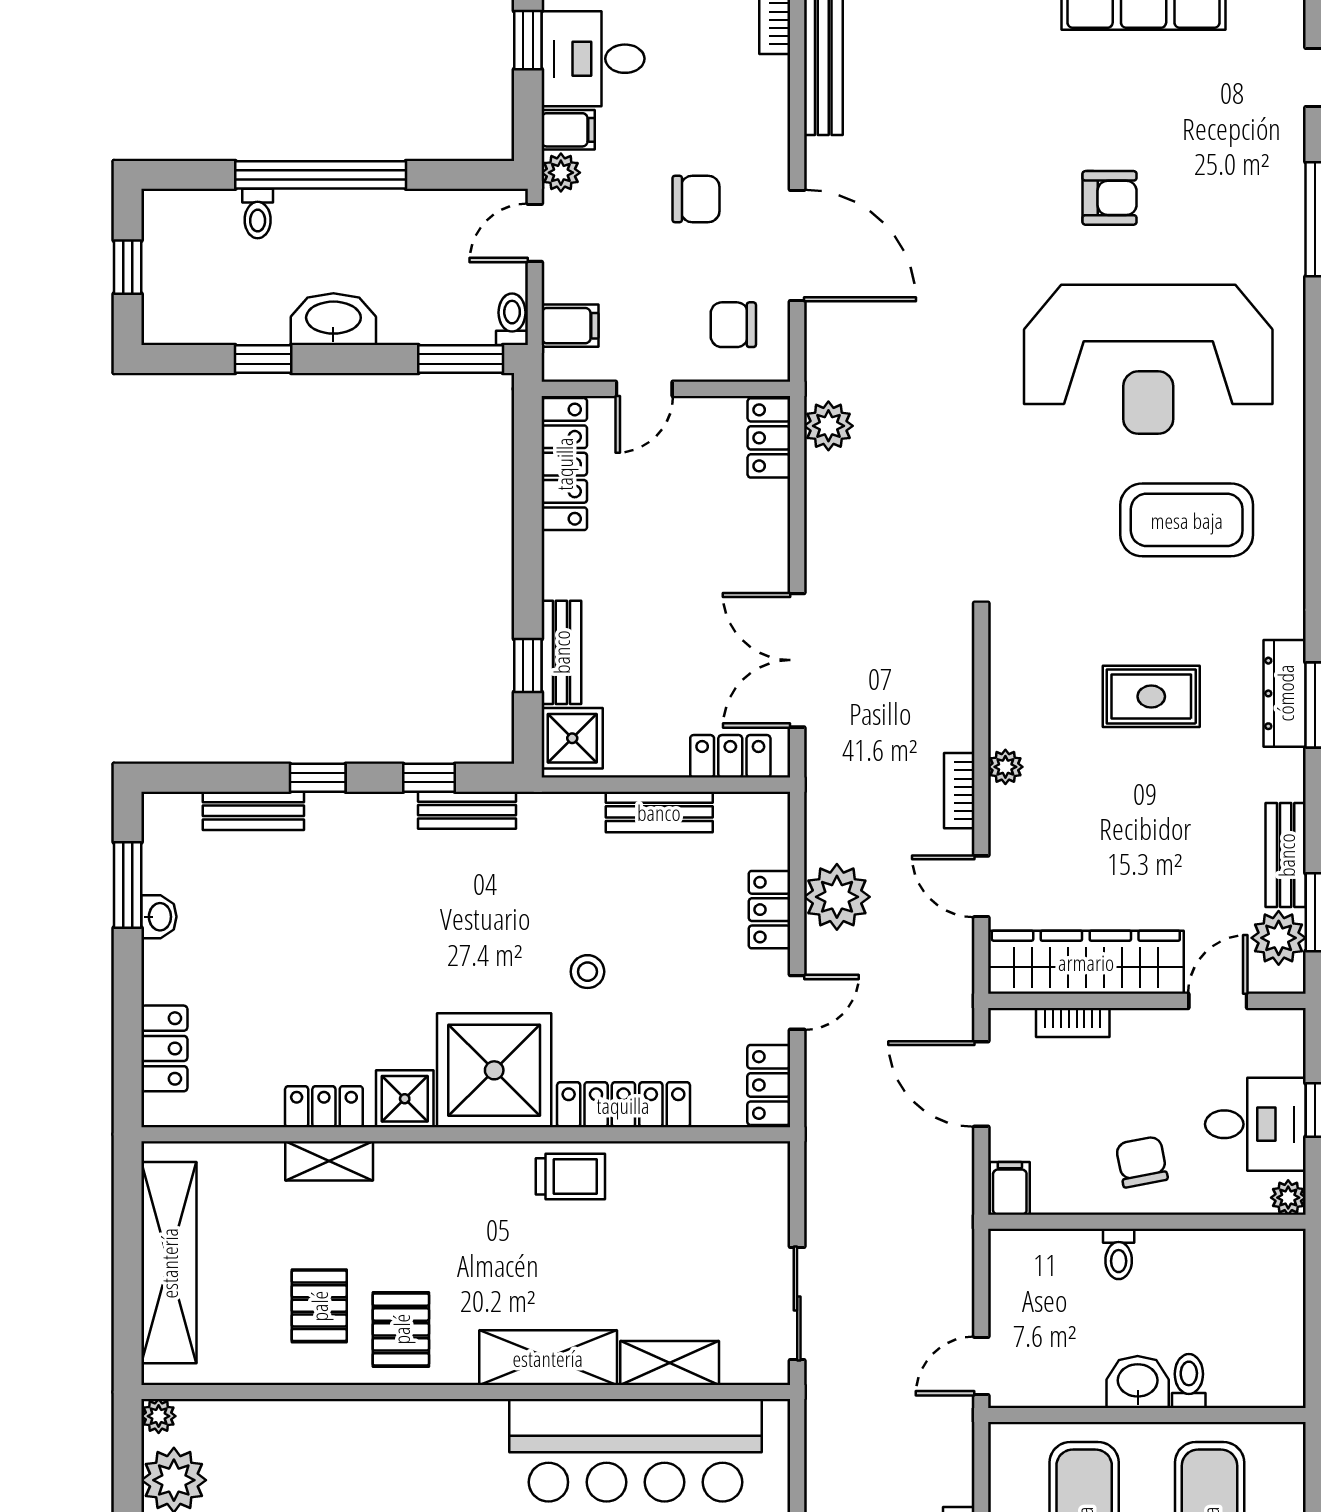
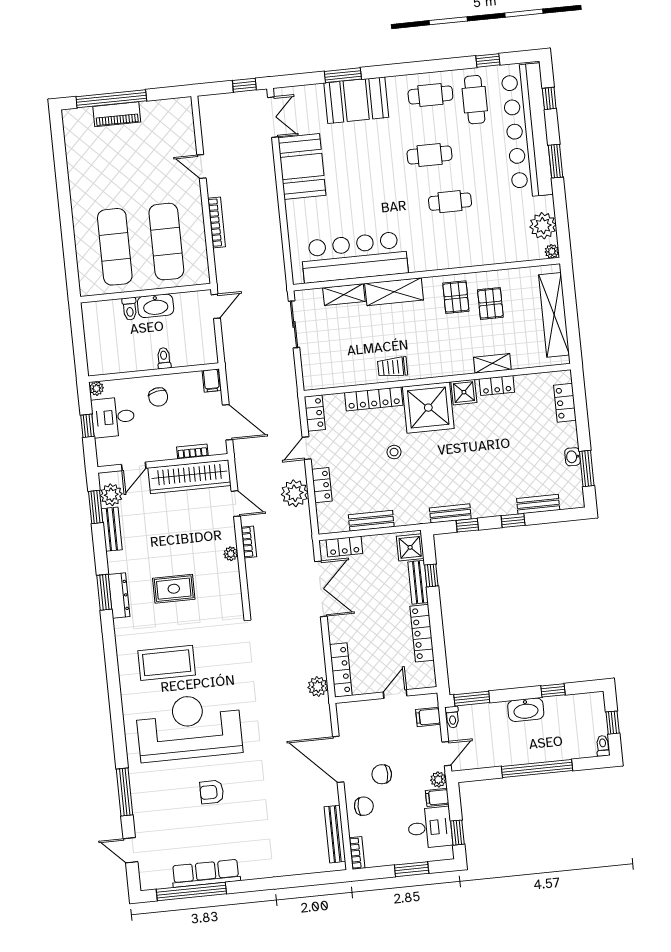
toilet: (258, 214) -> (603, 746), moved
chair: (733, 325) -> (364, 806), moved
locker: (769, 438) -> (341, 670), width x1.53
locker: (564, 464) -> (422, 633), moved
washbasin: (1138, 1382) -> (156, 306), width x1.38

